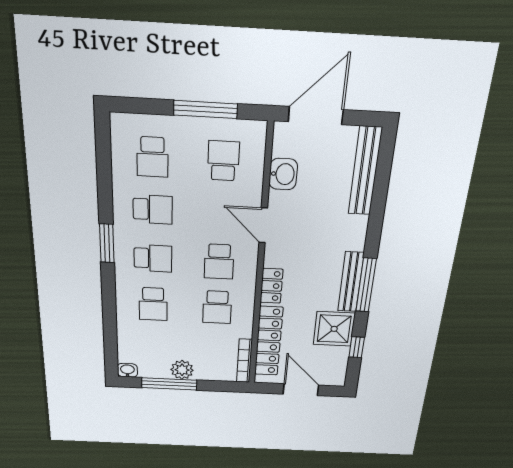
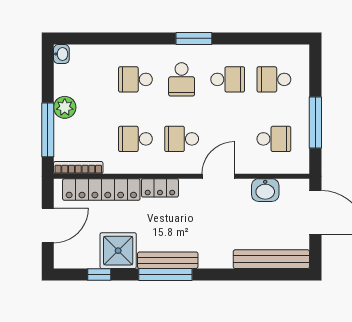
school desk: (153, 209) -> (228, 79), turned -90
window: (169, 384) -> (48, 130), moved

